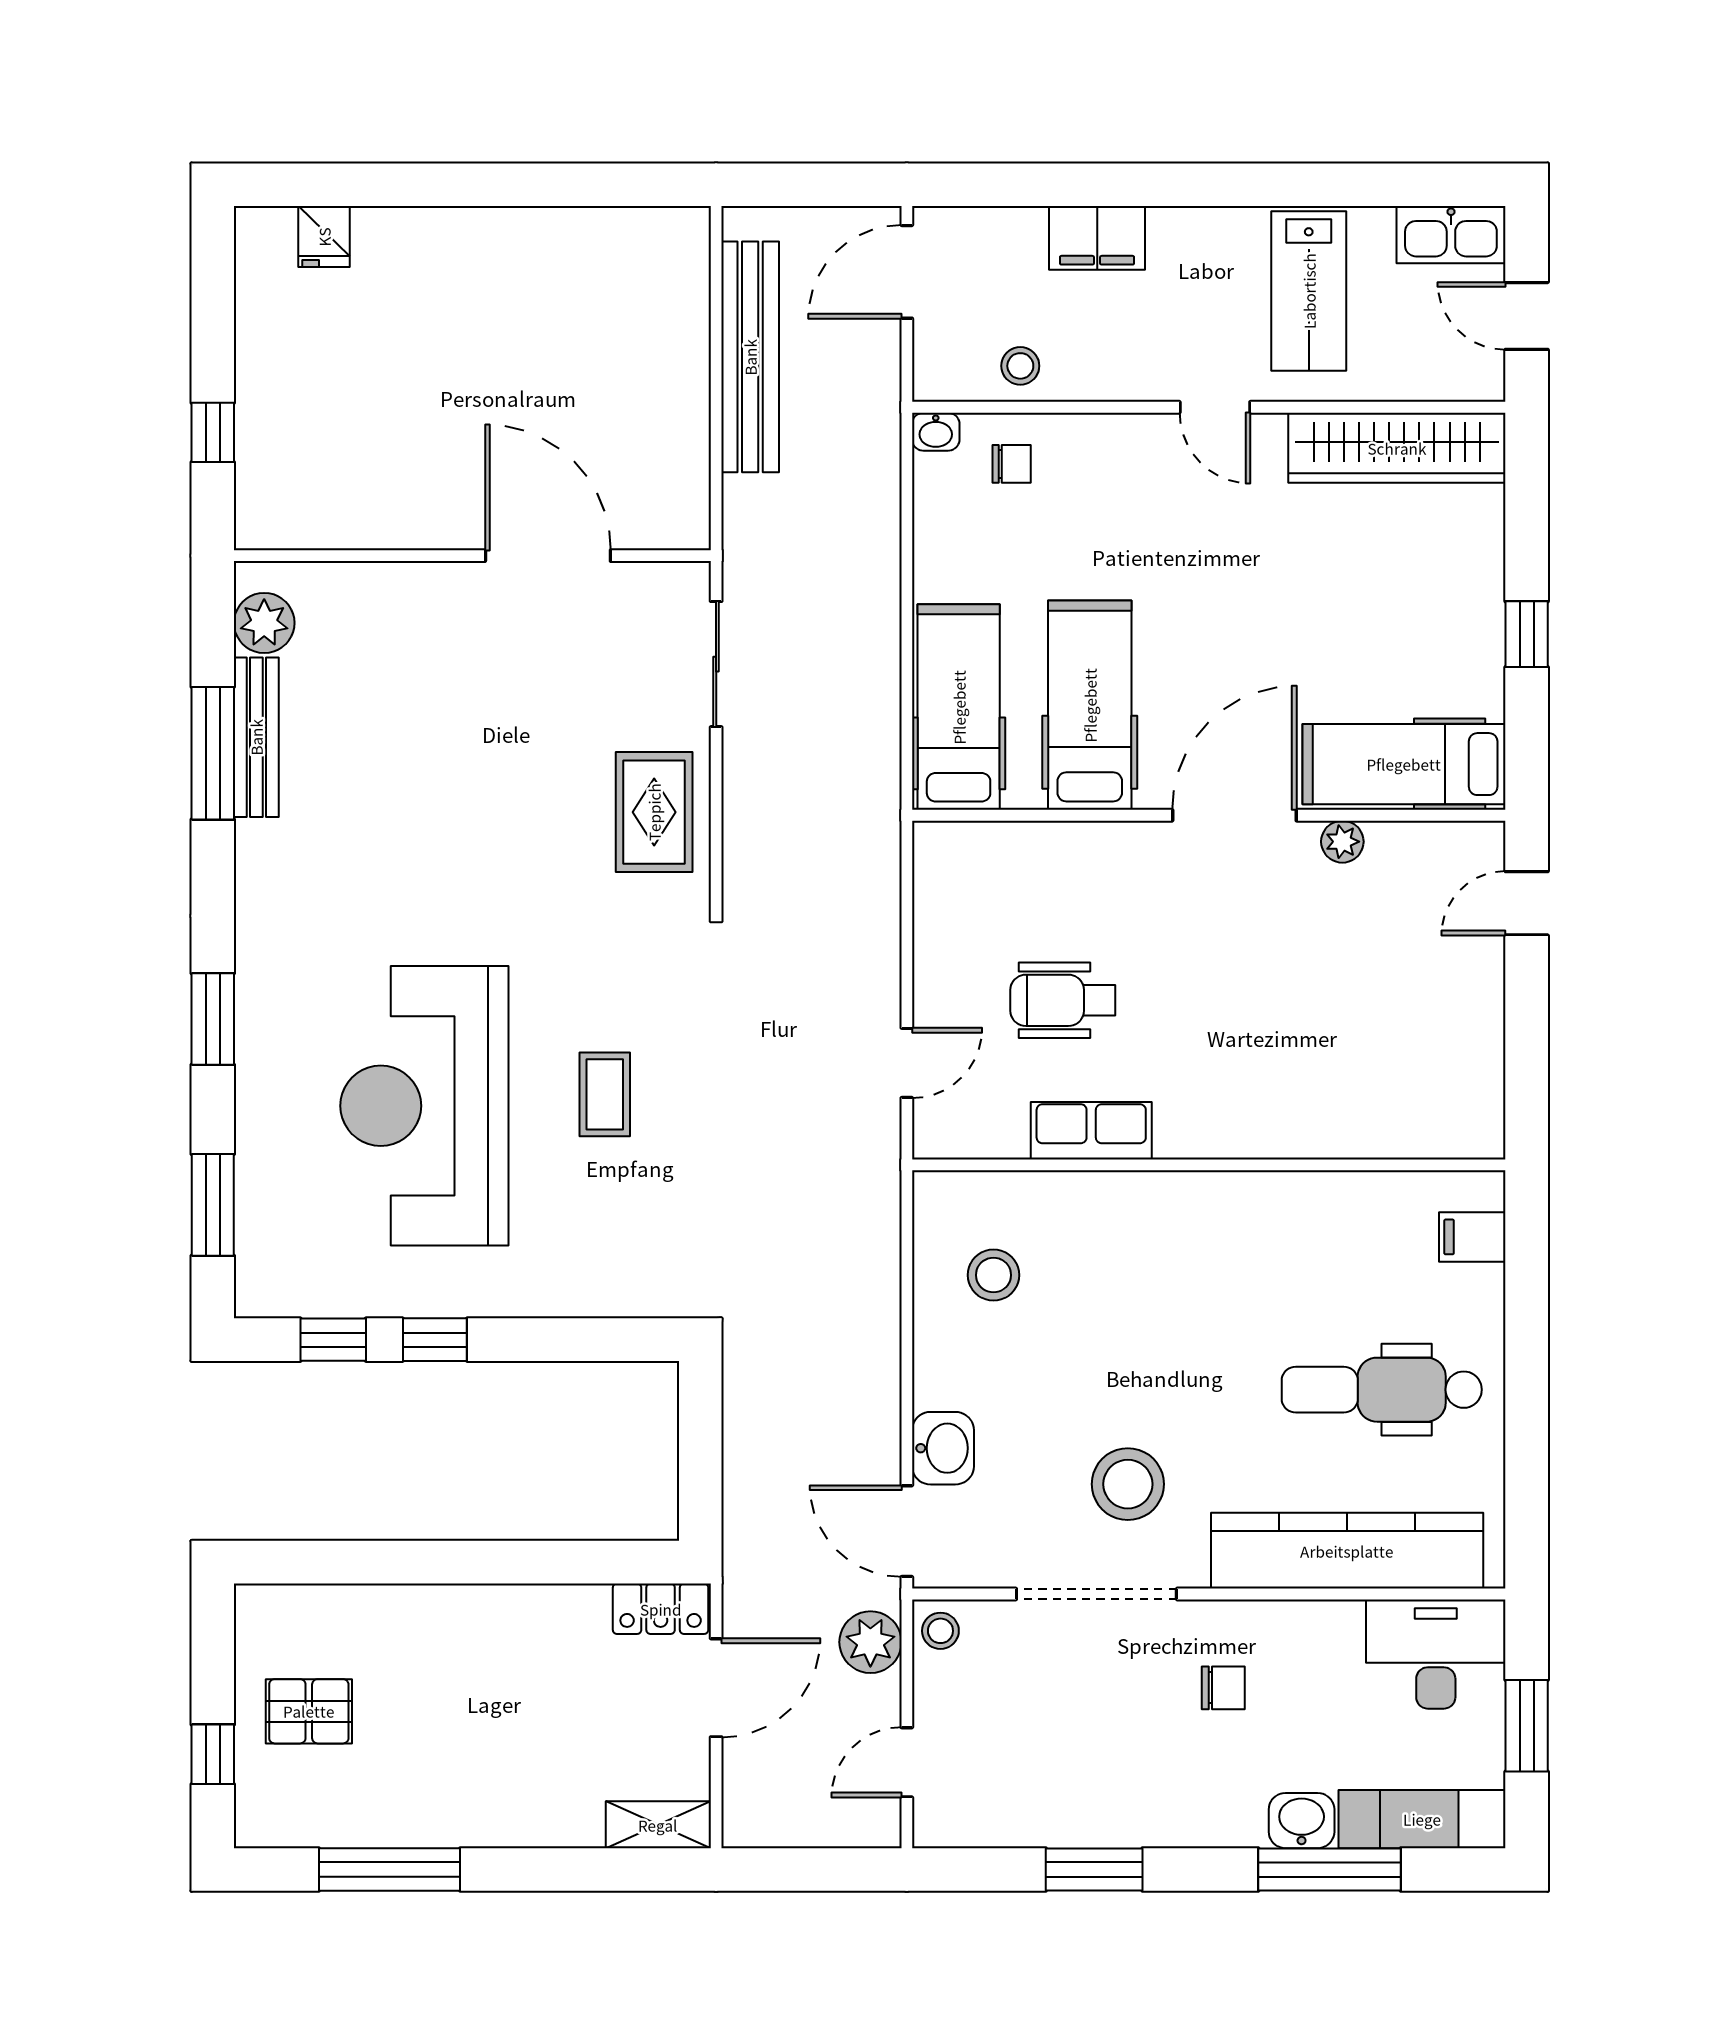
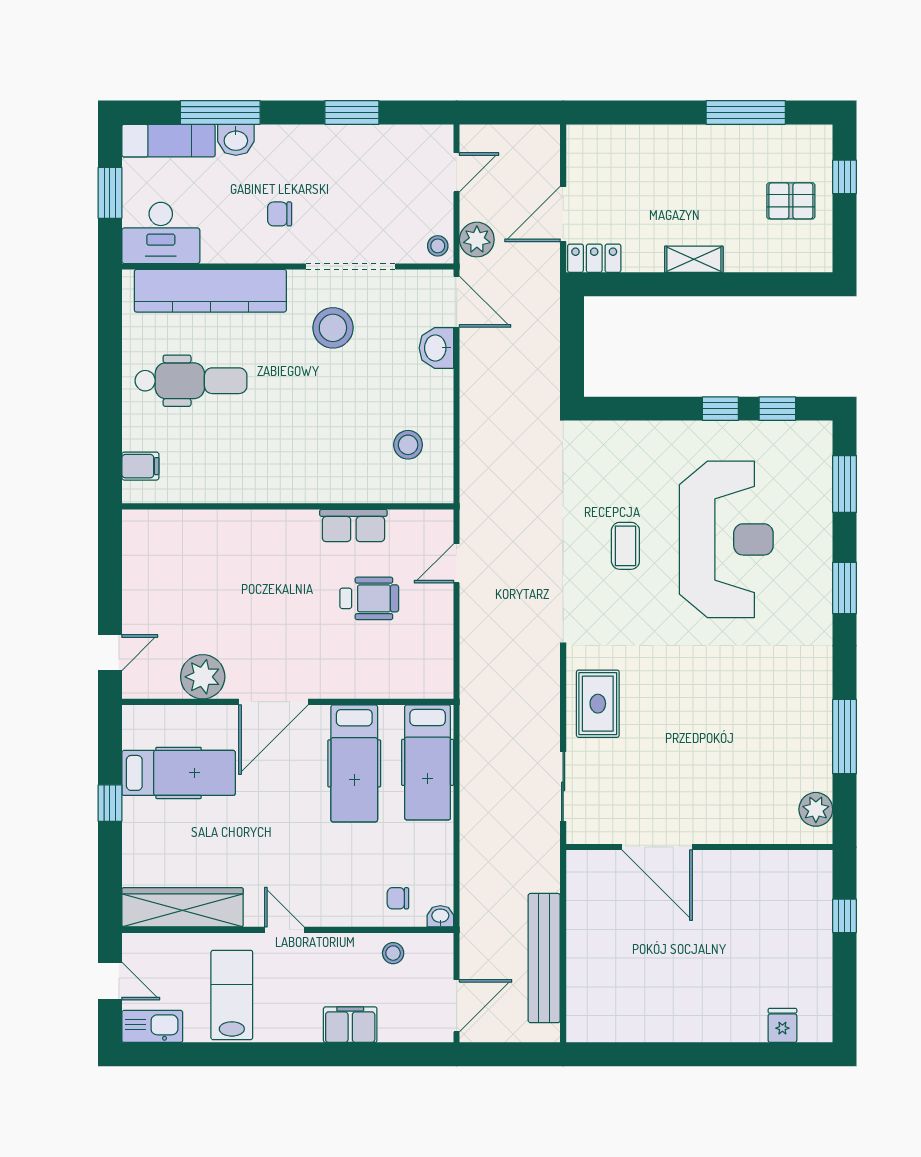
bench: (256, 737) -> (820, 745), removed
hospital bed: (1404, 764) -> (179, 773), moved
plant: (1342, 842) -> (203, 677), width x1.87, depth x1.87
shelving: (658, 1825) -> (694, 259), moved

